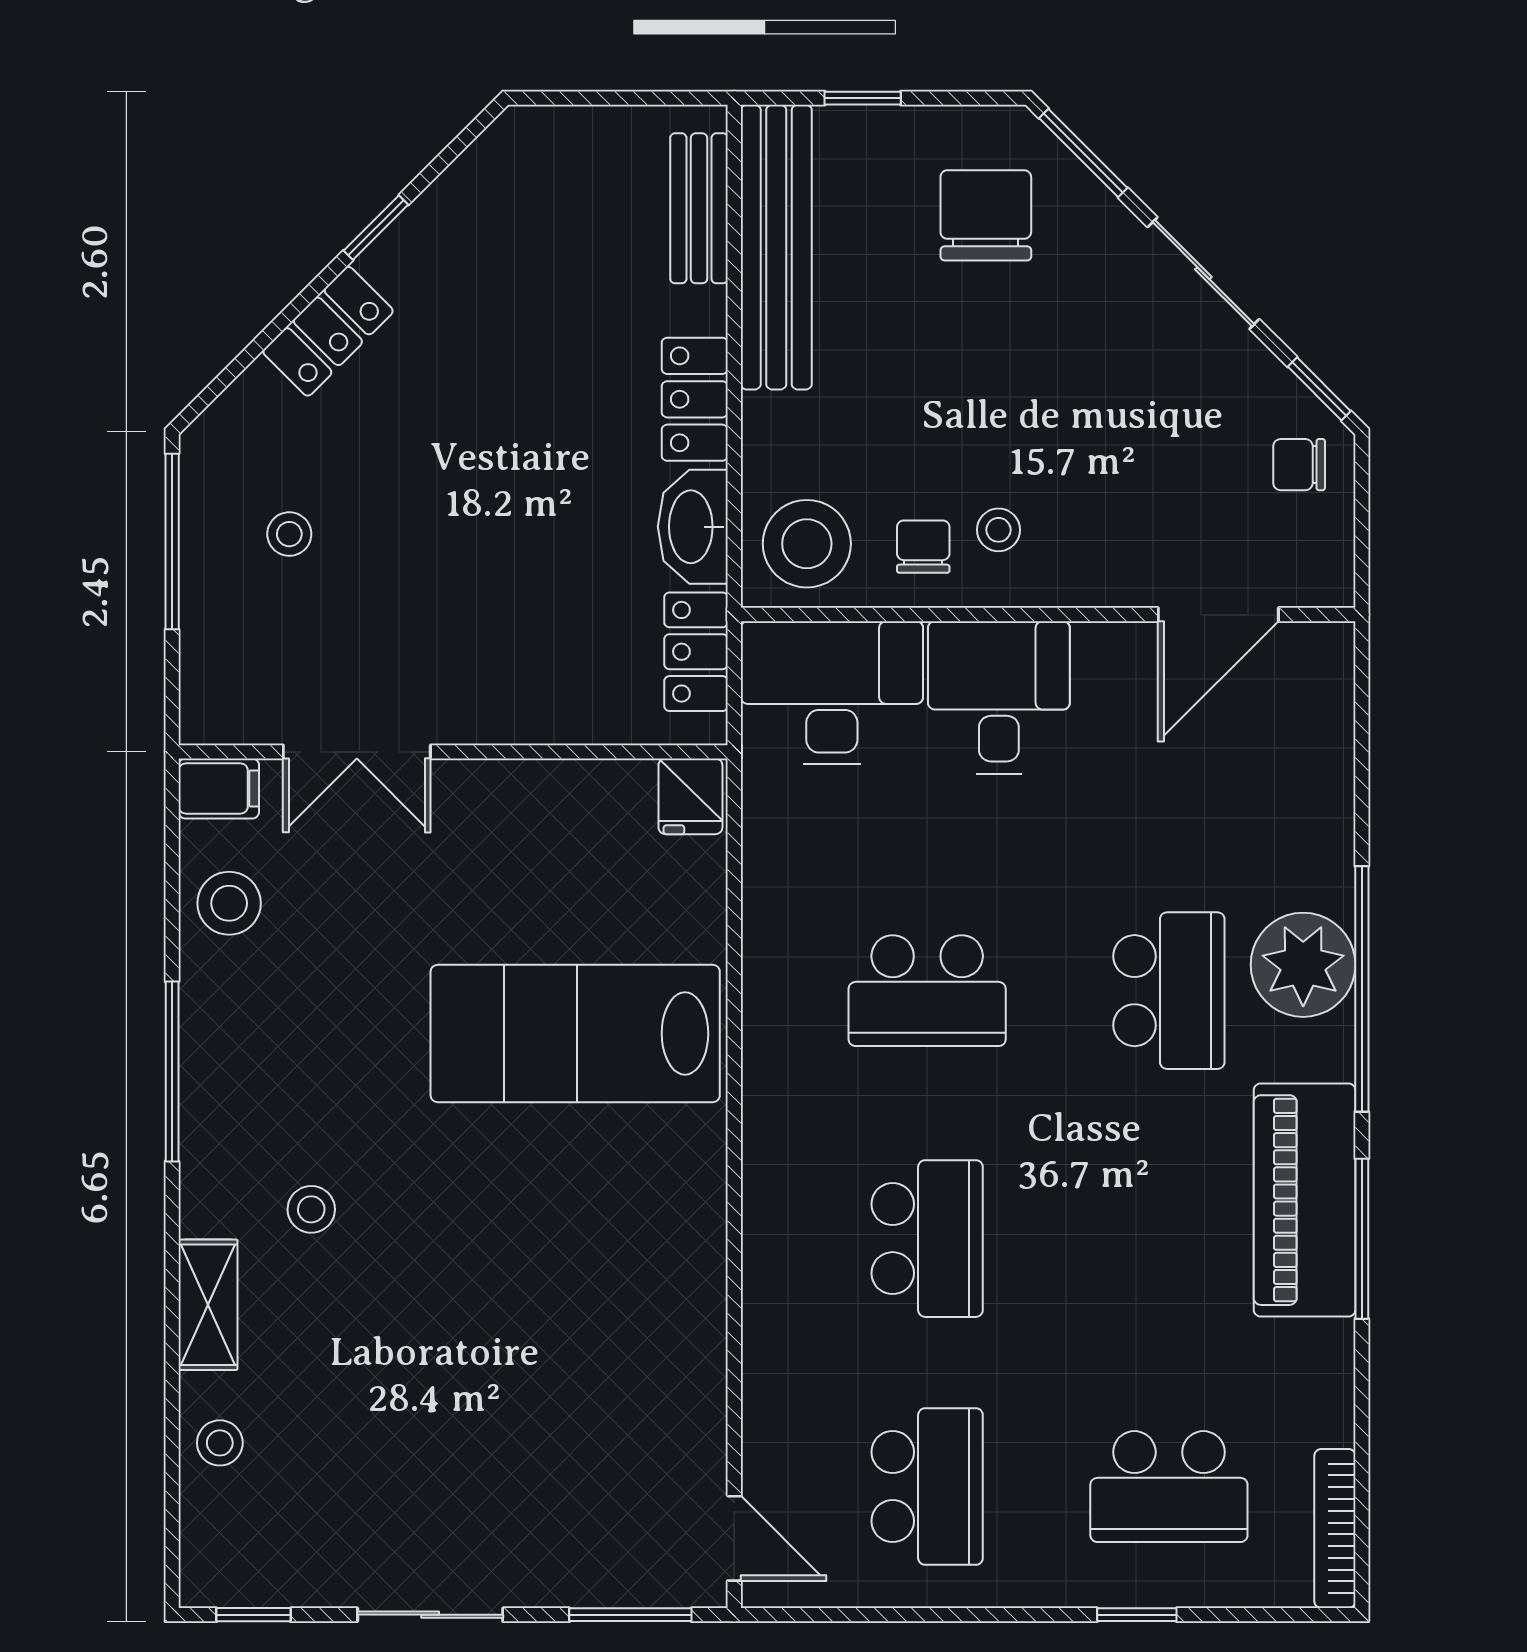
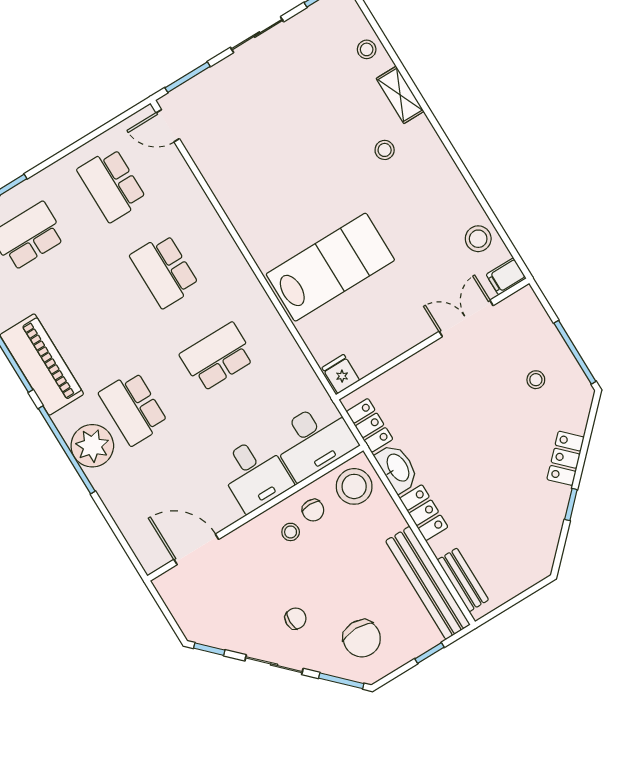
chair: (1299, 465) -> (296, 618), moved
door: (1218, 615) -> (196, 549), hinge flipped
window: (172, 1072) -> (462, 168), removed

